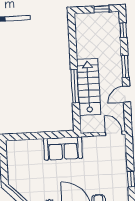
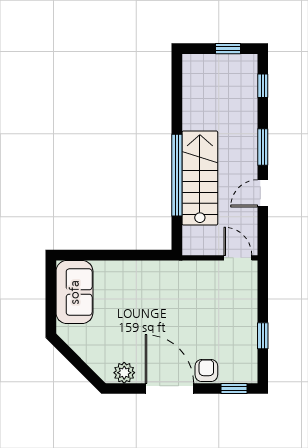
window: (75, 86) -> (177, 175), width x1.46
sofa: (63, 148) -> (74, 292), moved, turned -90

